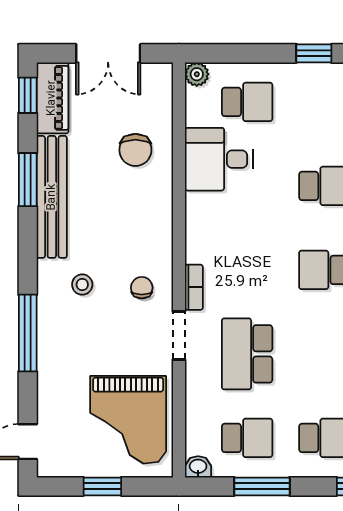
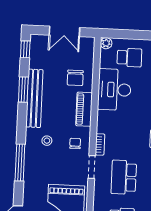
piano: (52, 98) -> (84, 109), moved, turned 180
desk: (219, 159) -> (114, 90), width x1.37

